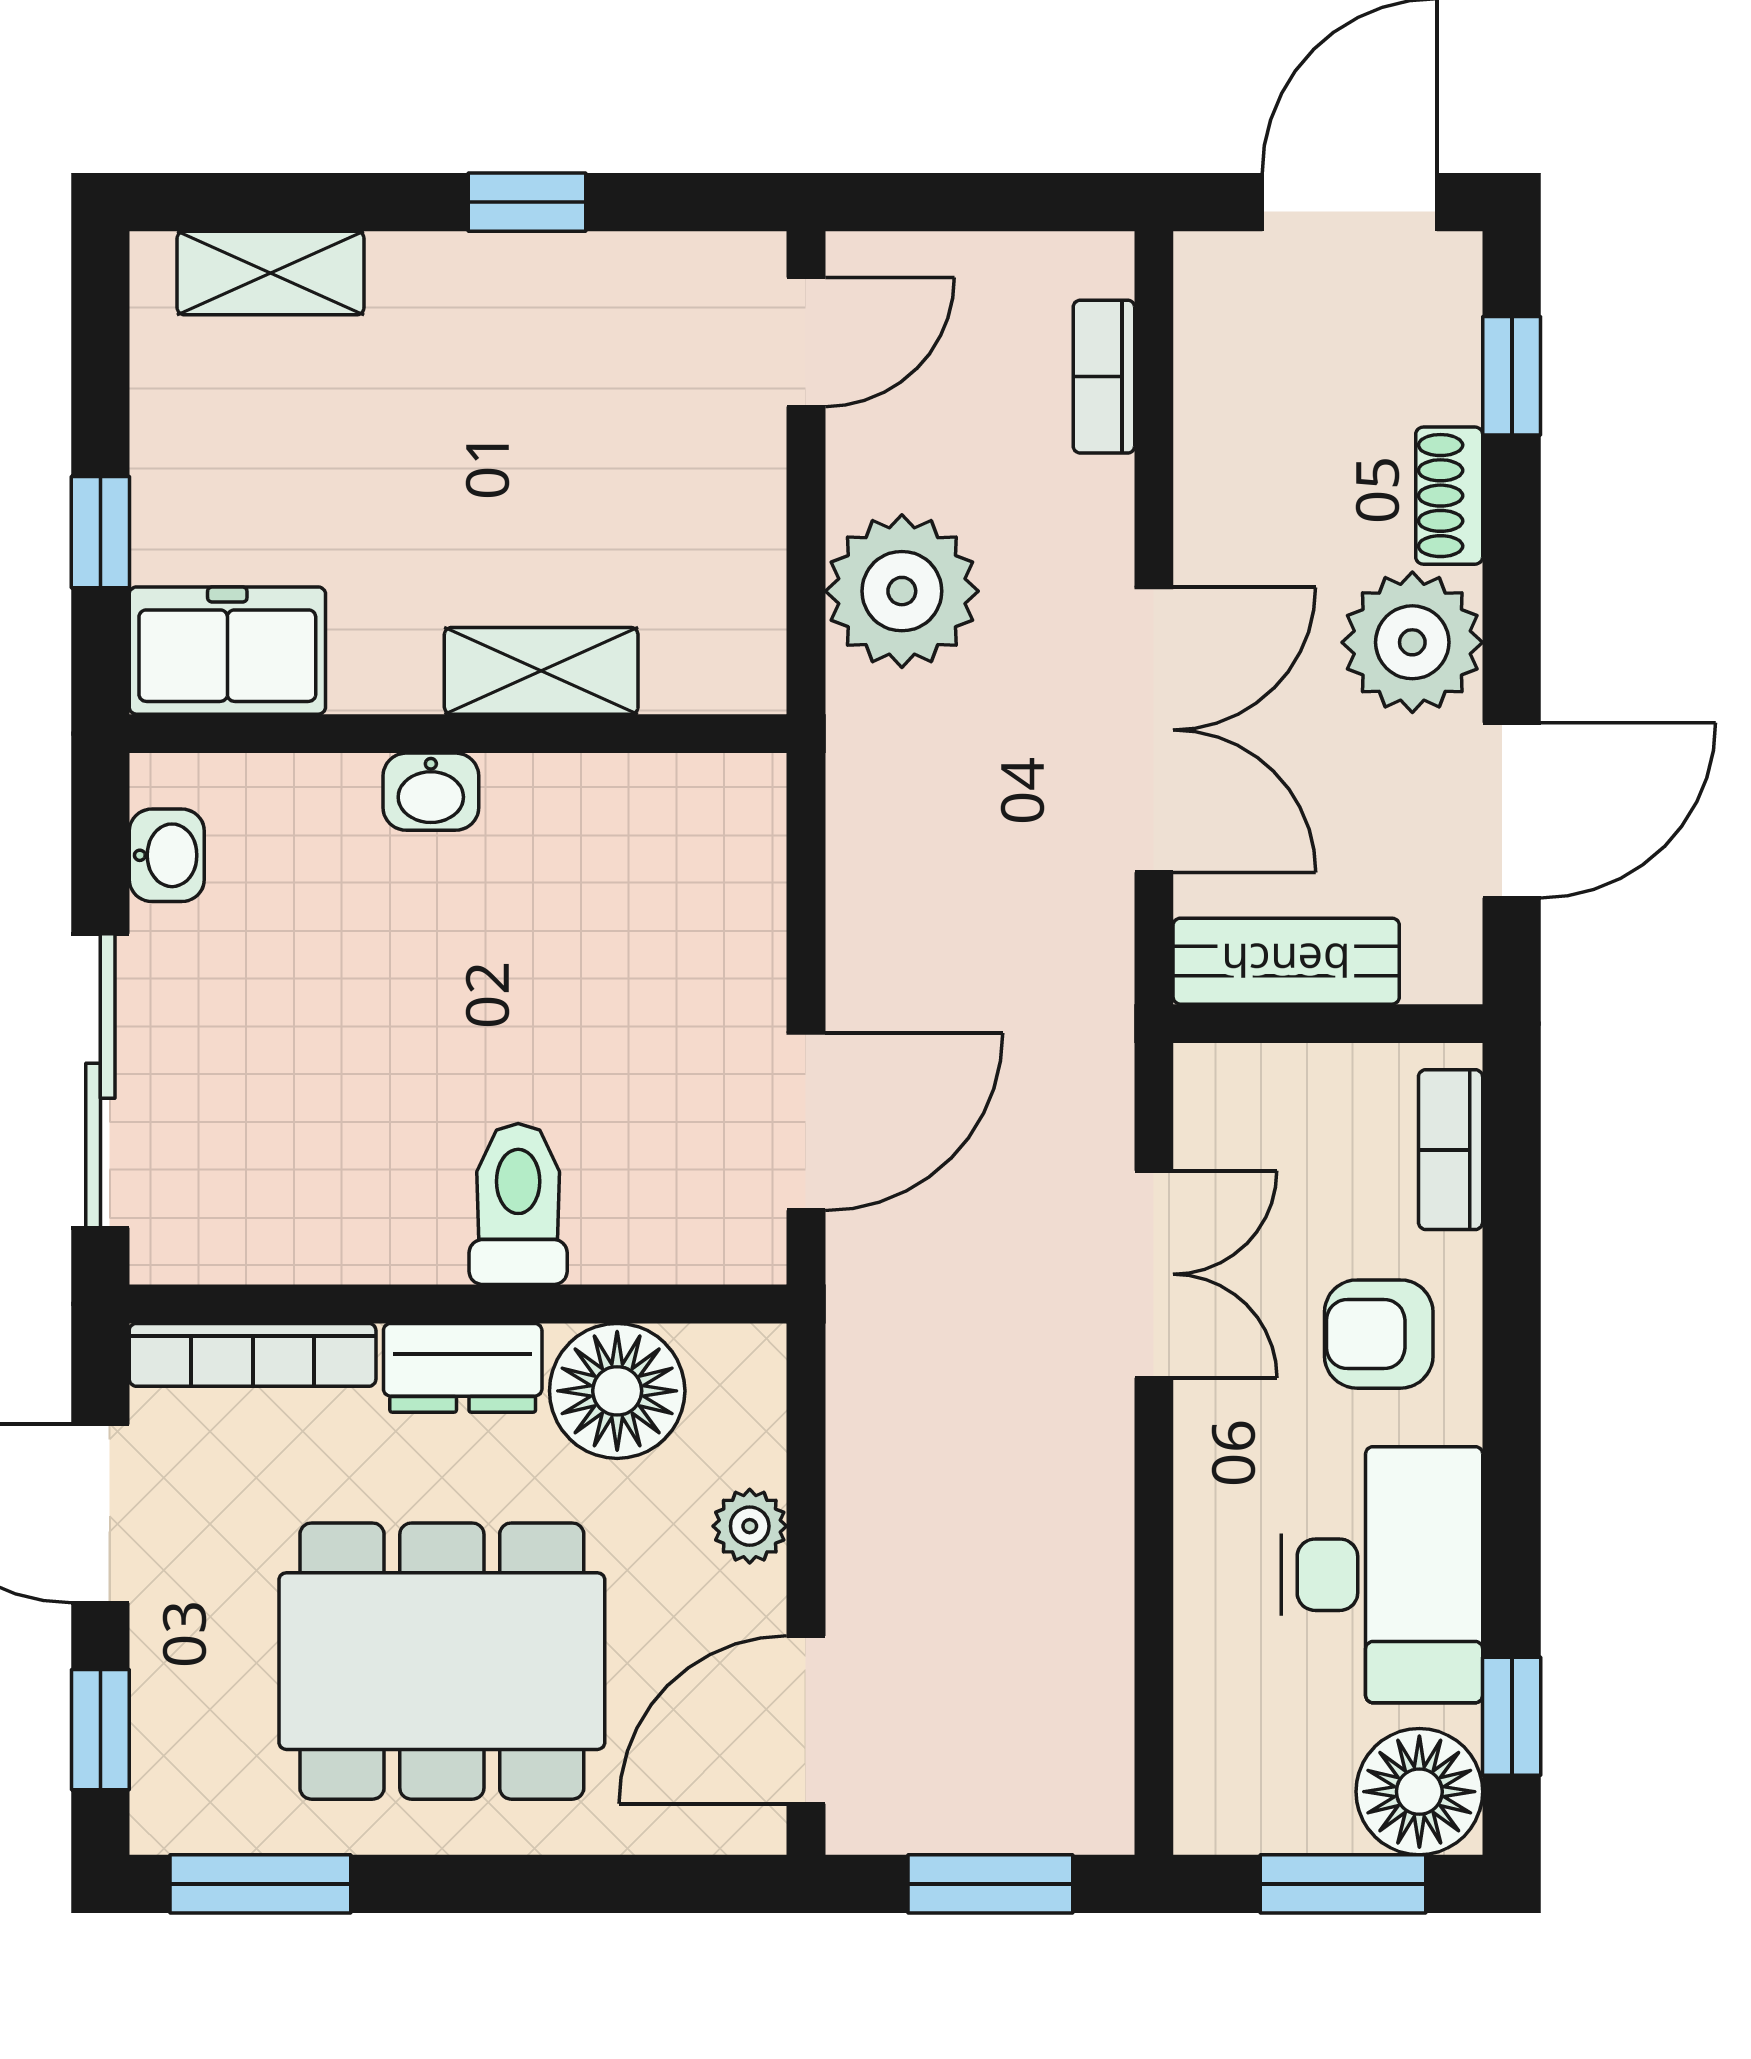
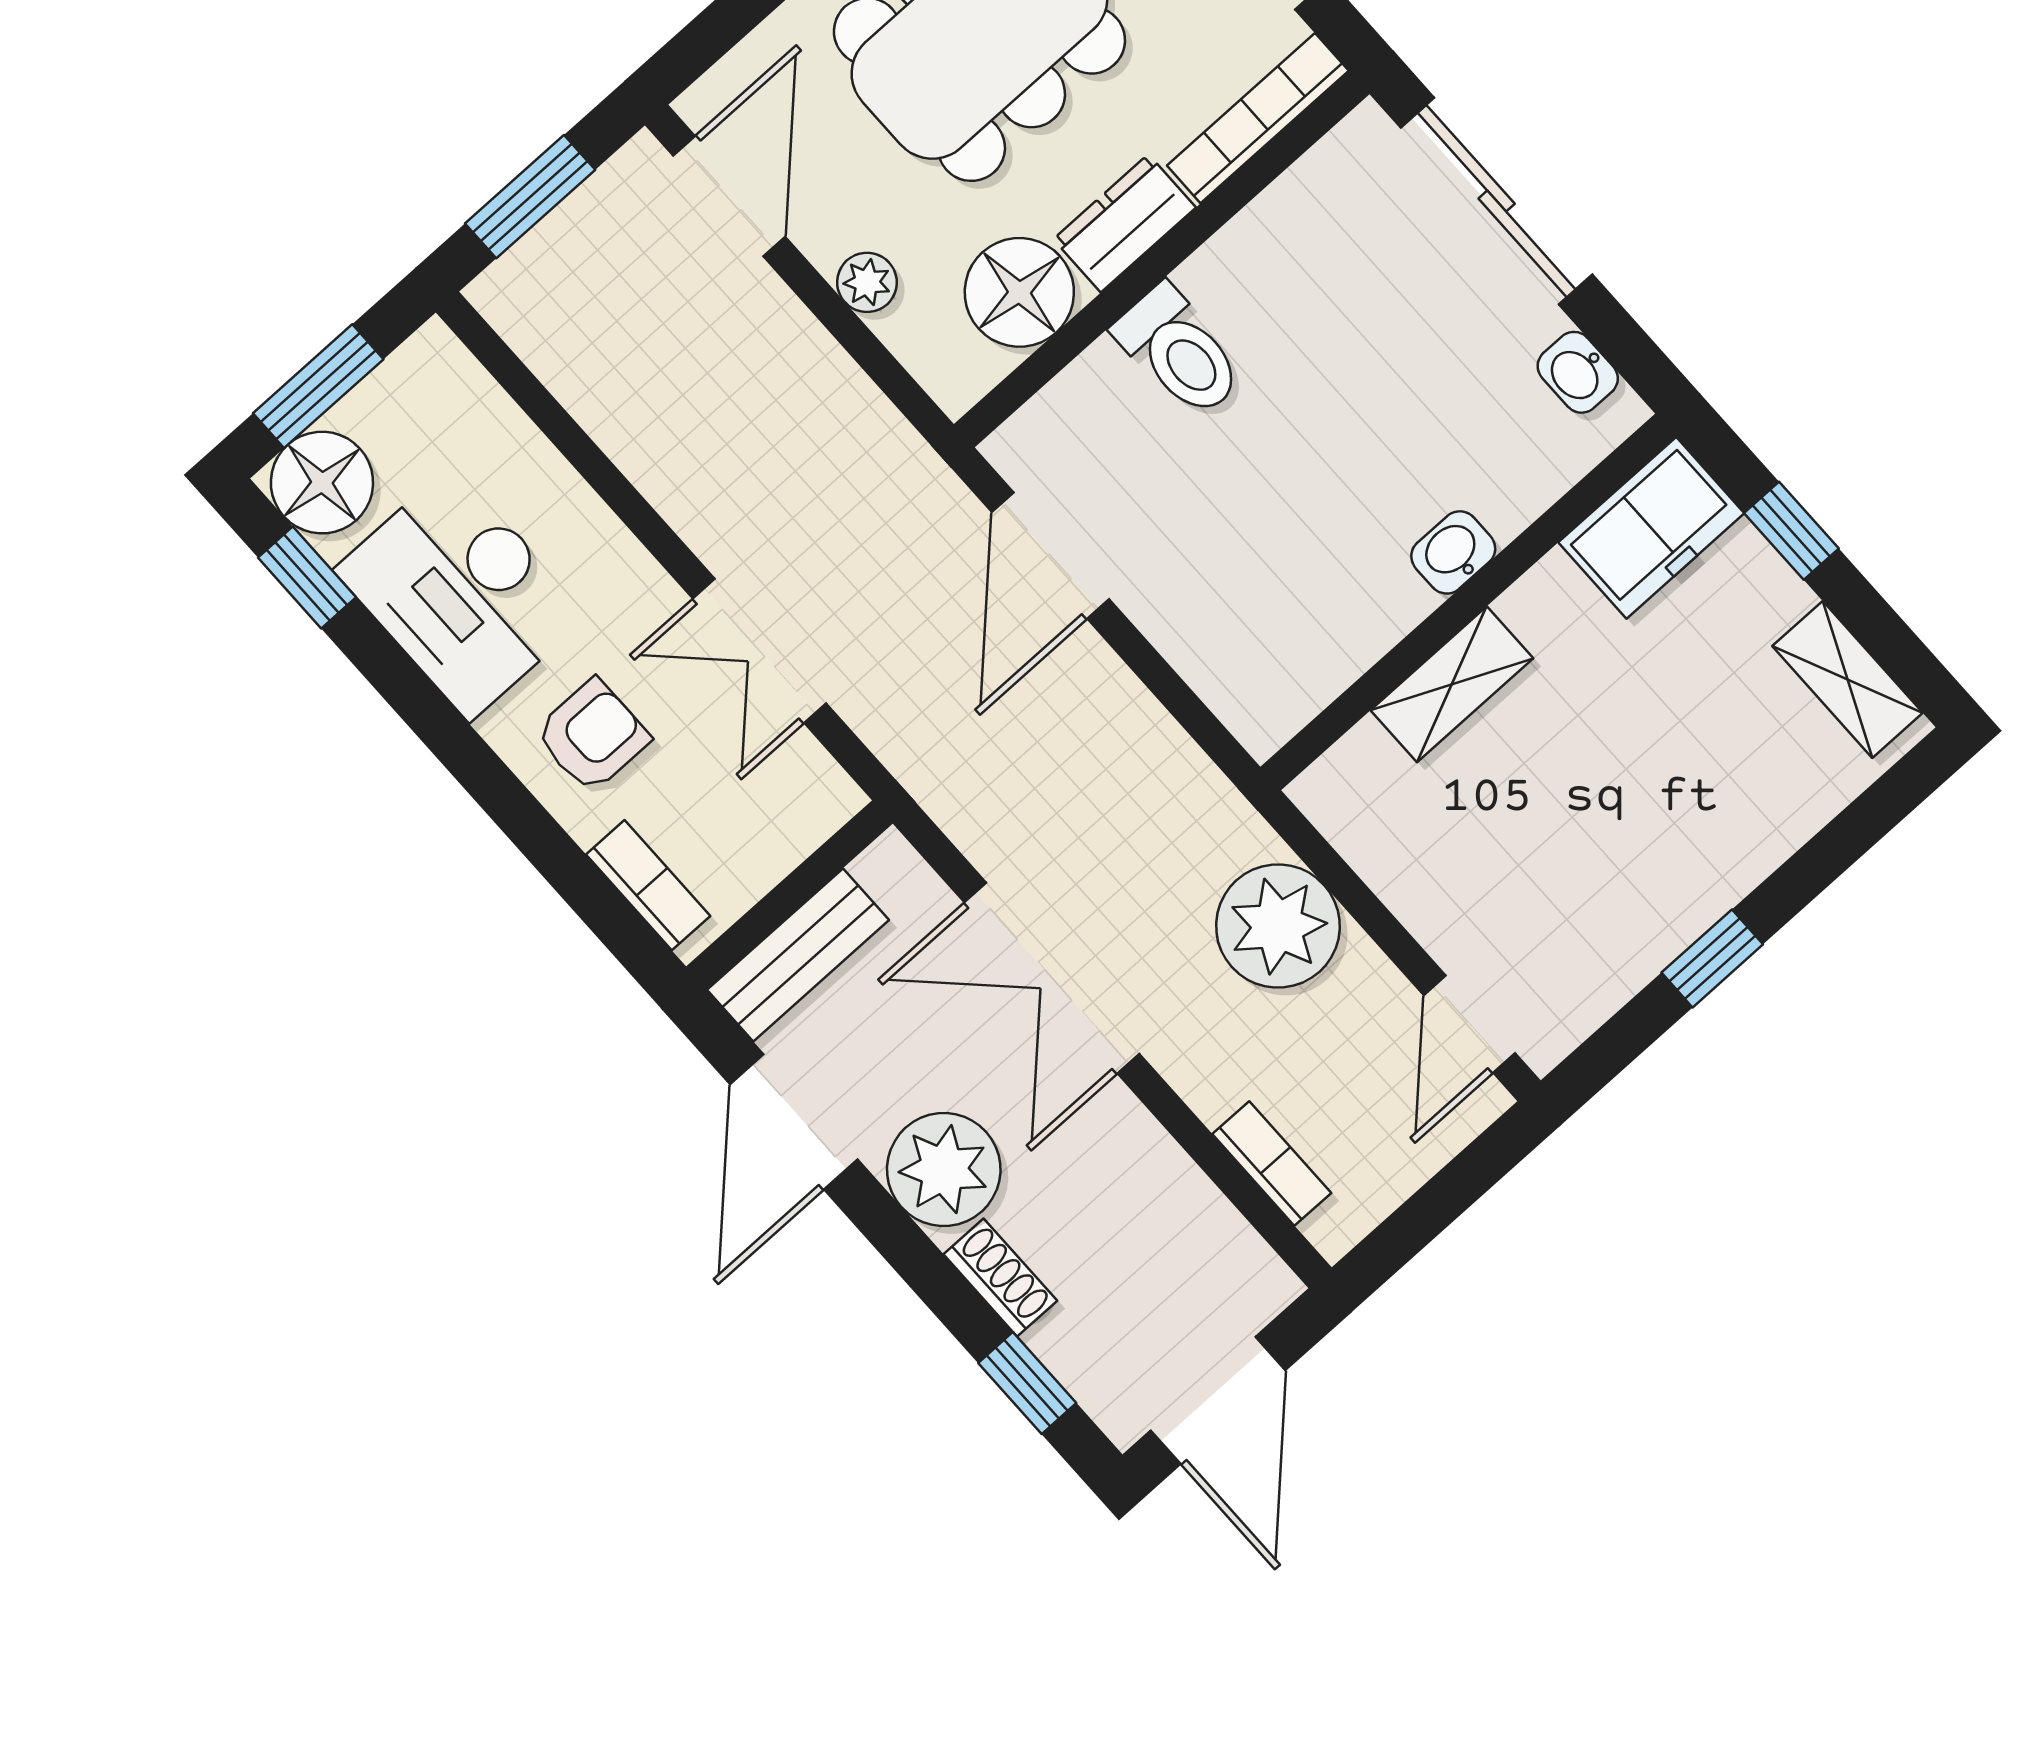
shelving: (271, 273) -> (1848, 679), moved, turned 90
bench: (1286, 961) -> (798, 955), moved

